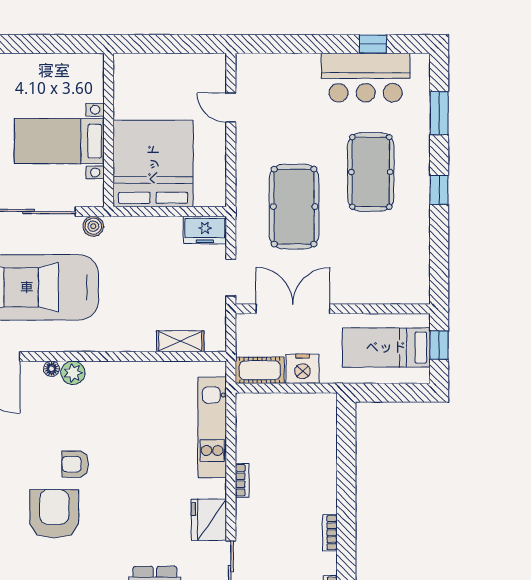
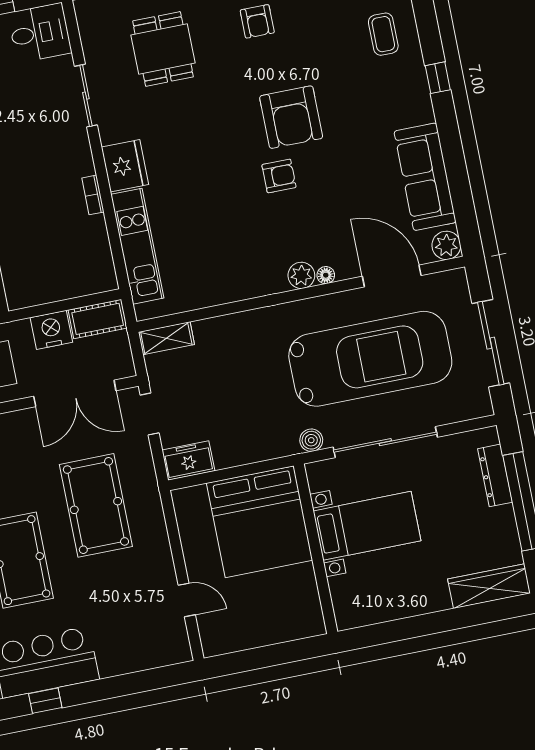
shelving: (180, 341) -> (166, 338), moved
fridge: (209, 520) -> (125, 166), moved

